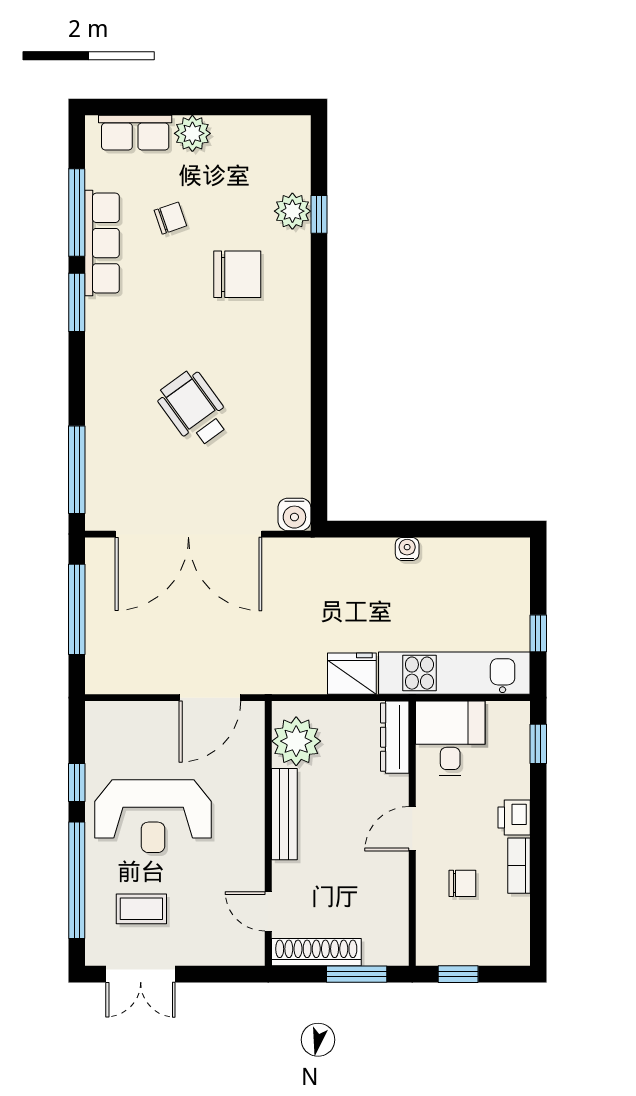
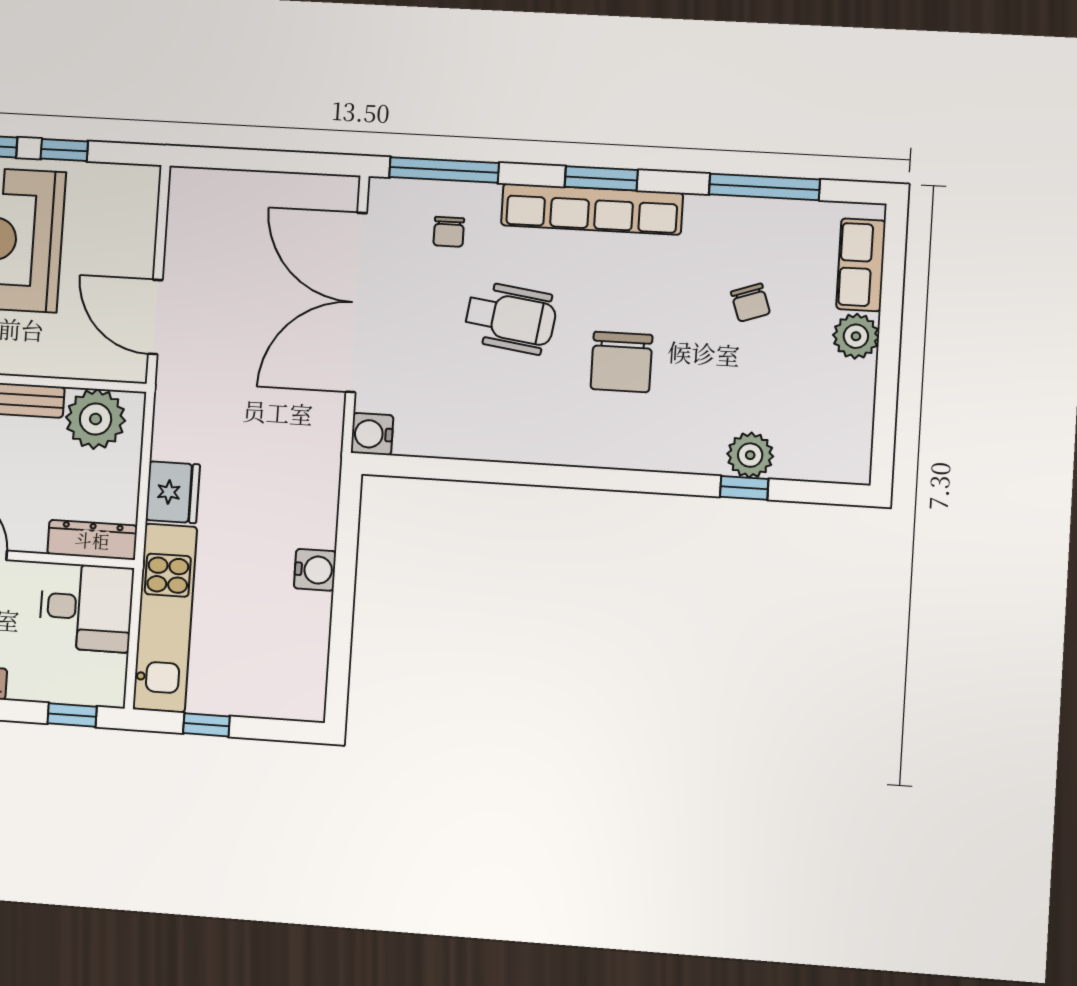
row of seats: (102, 243) -> (592, 209), moved, width x1.36
chair: (237, 274) -> (622, 362), moved
window: (77, 302) -> (601, 178), moved
wheelchair: (194, 409) -> (511, 318), turned 44
chair: (127, 463) -> (449, 232), added
water cooler: (407, 549) -> (315, 570), width x1.38, depth x1.38
window: (77, 609) -> (273, 161), removed

